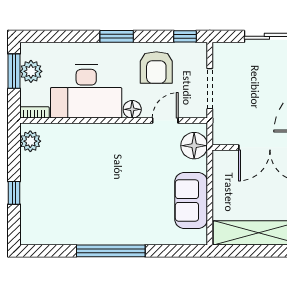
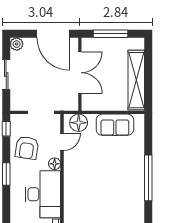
armchair: (156, 68) -> (27, 148), turned 99
door: (165, 121) -> (62, 142), swing flipped

